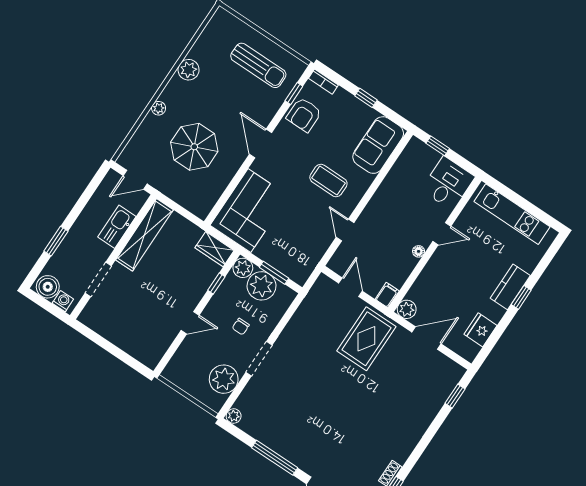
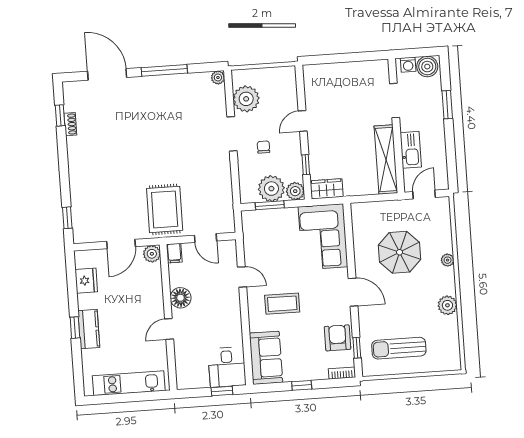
desk: (448, 183) -> (227, 367), moved
floor lamp: (419, 251) -> (181, 298), width x1.89, depth x1.89

